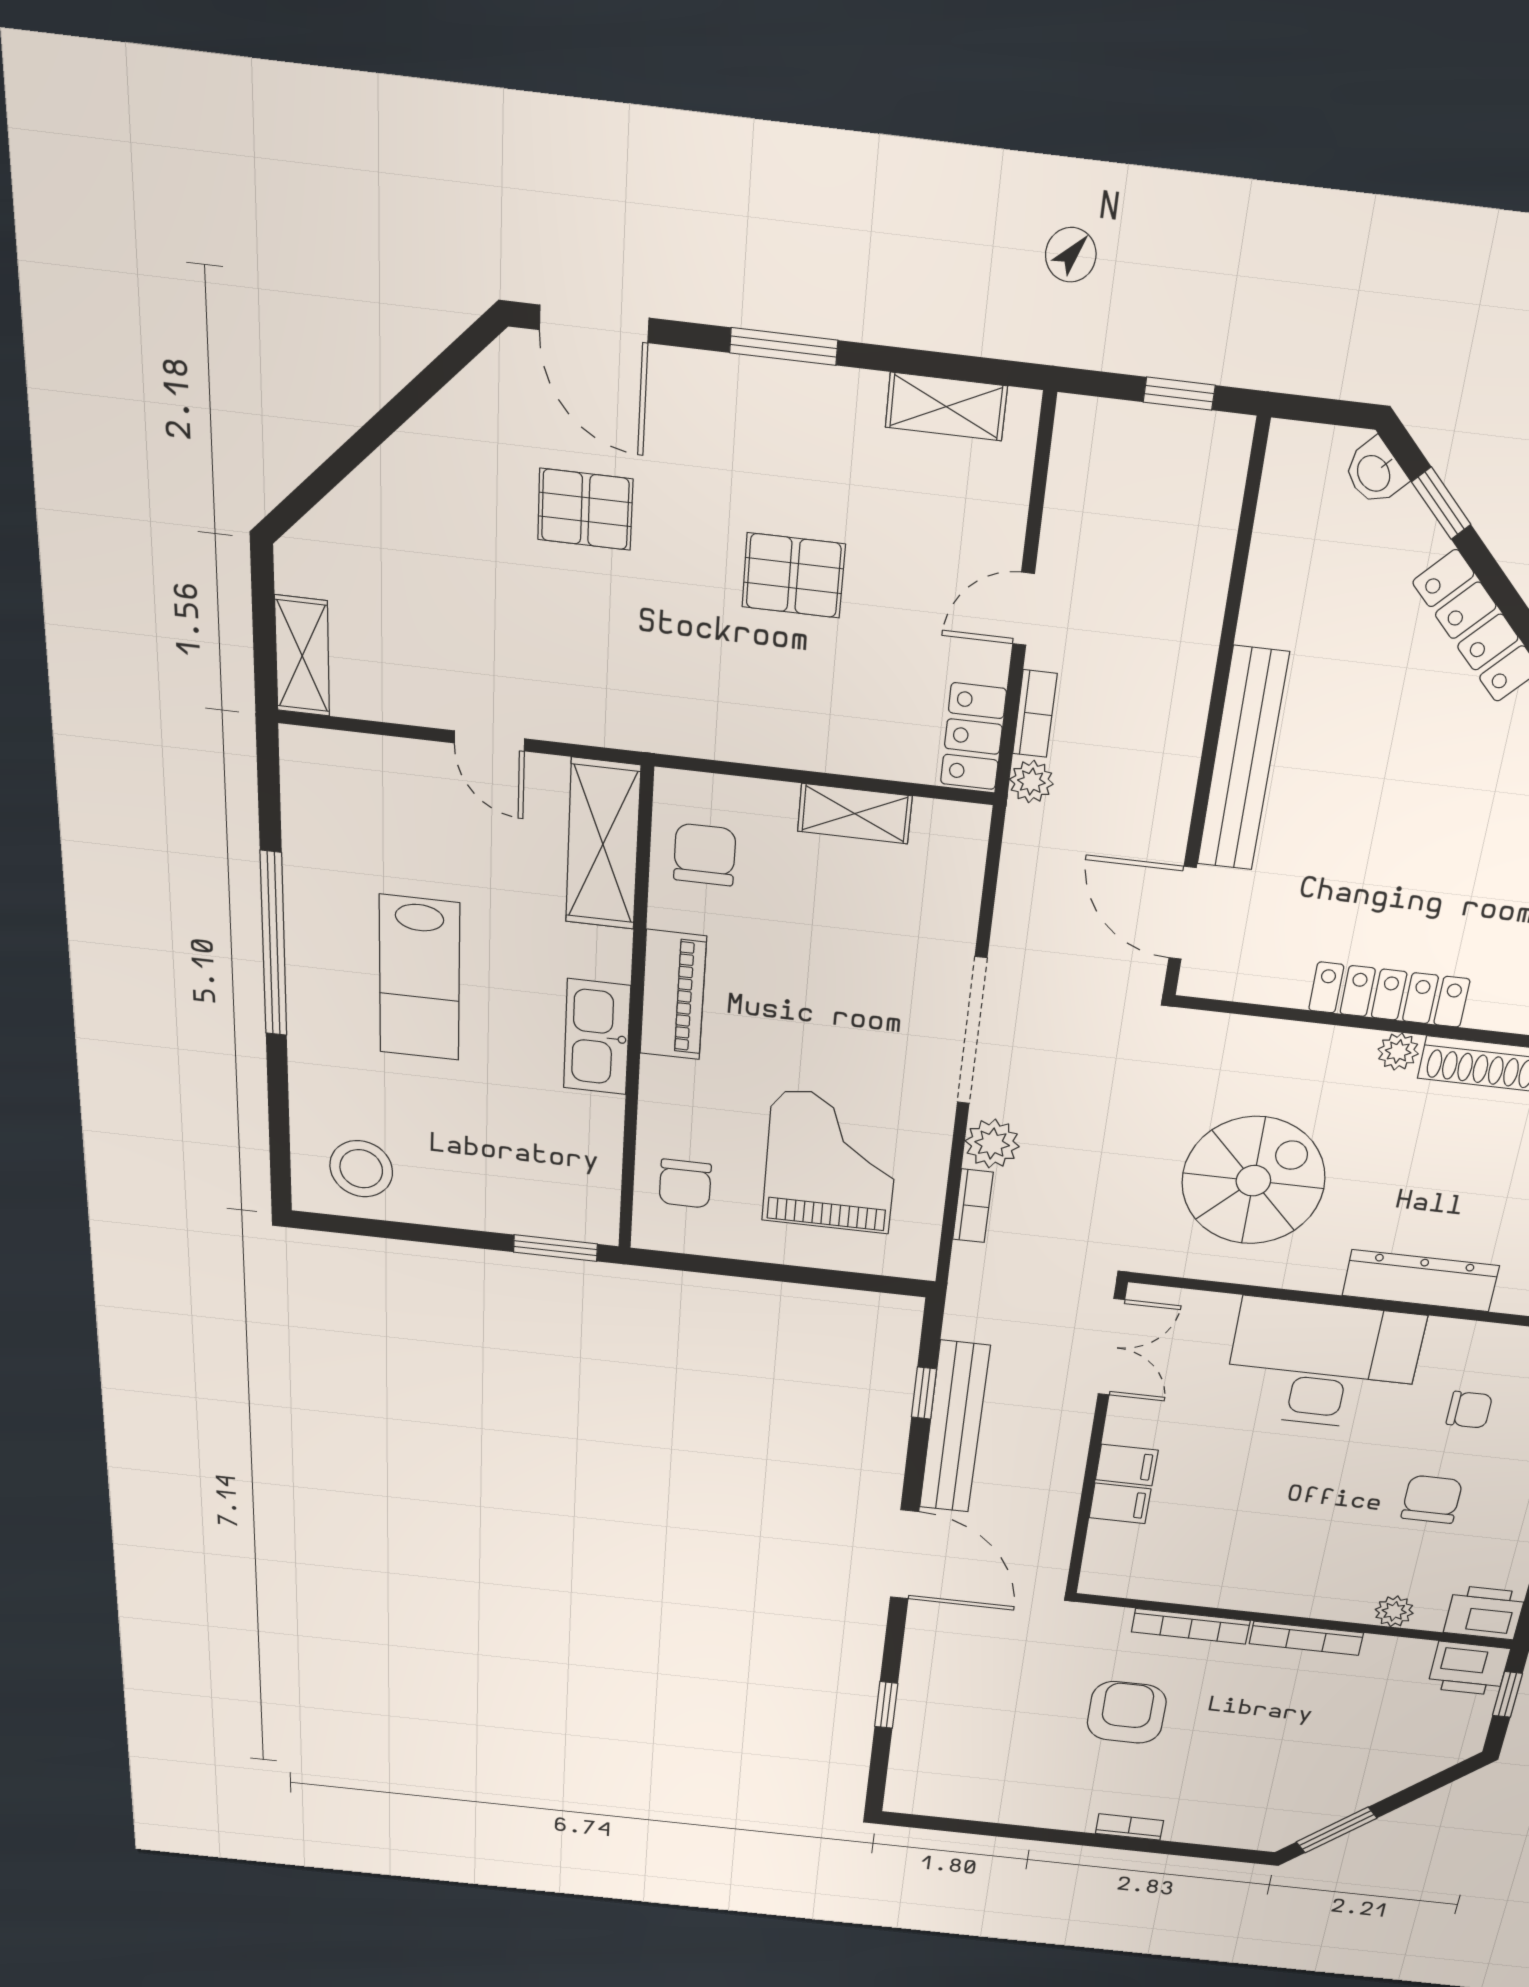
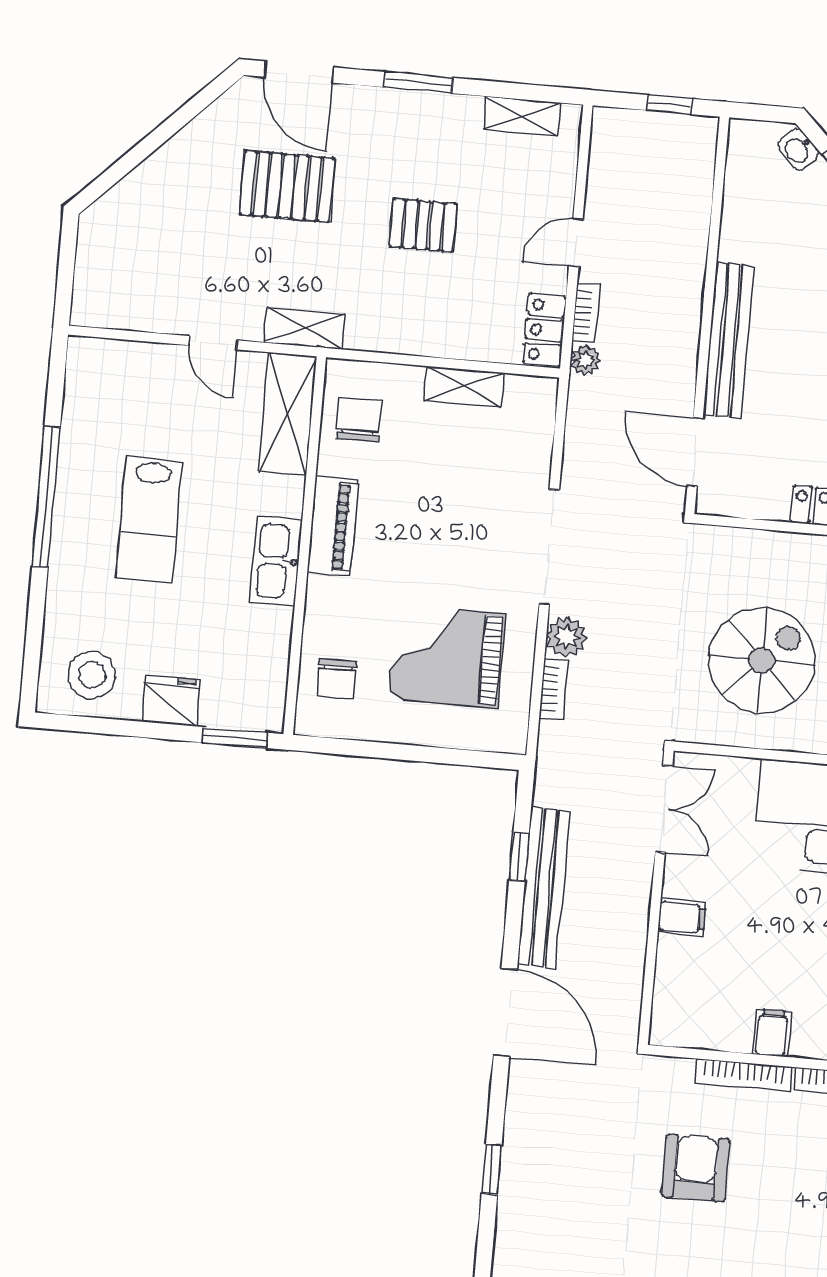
pallet: (585, 509) -> (287, 186), width x1.50, depth x1.42
shelving: (302, 656) -> (305, 328), moved, turned 90
grand piano: (831, 1162) -> (447, 656), turned -90
fridge: (468, 1202) -> (171, 701), added
filing cabinet: (1120, 1503) -> (772, 1033), moved, turned -90

